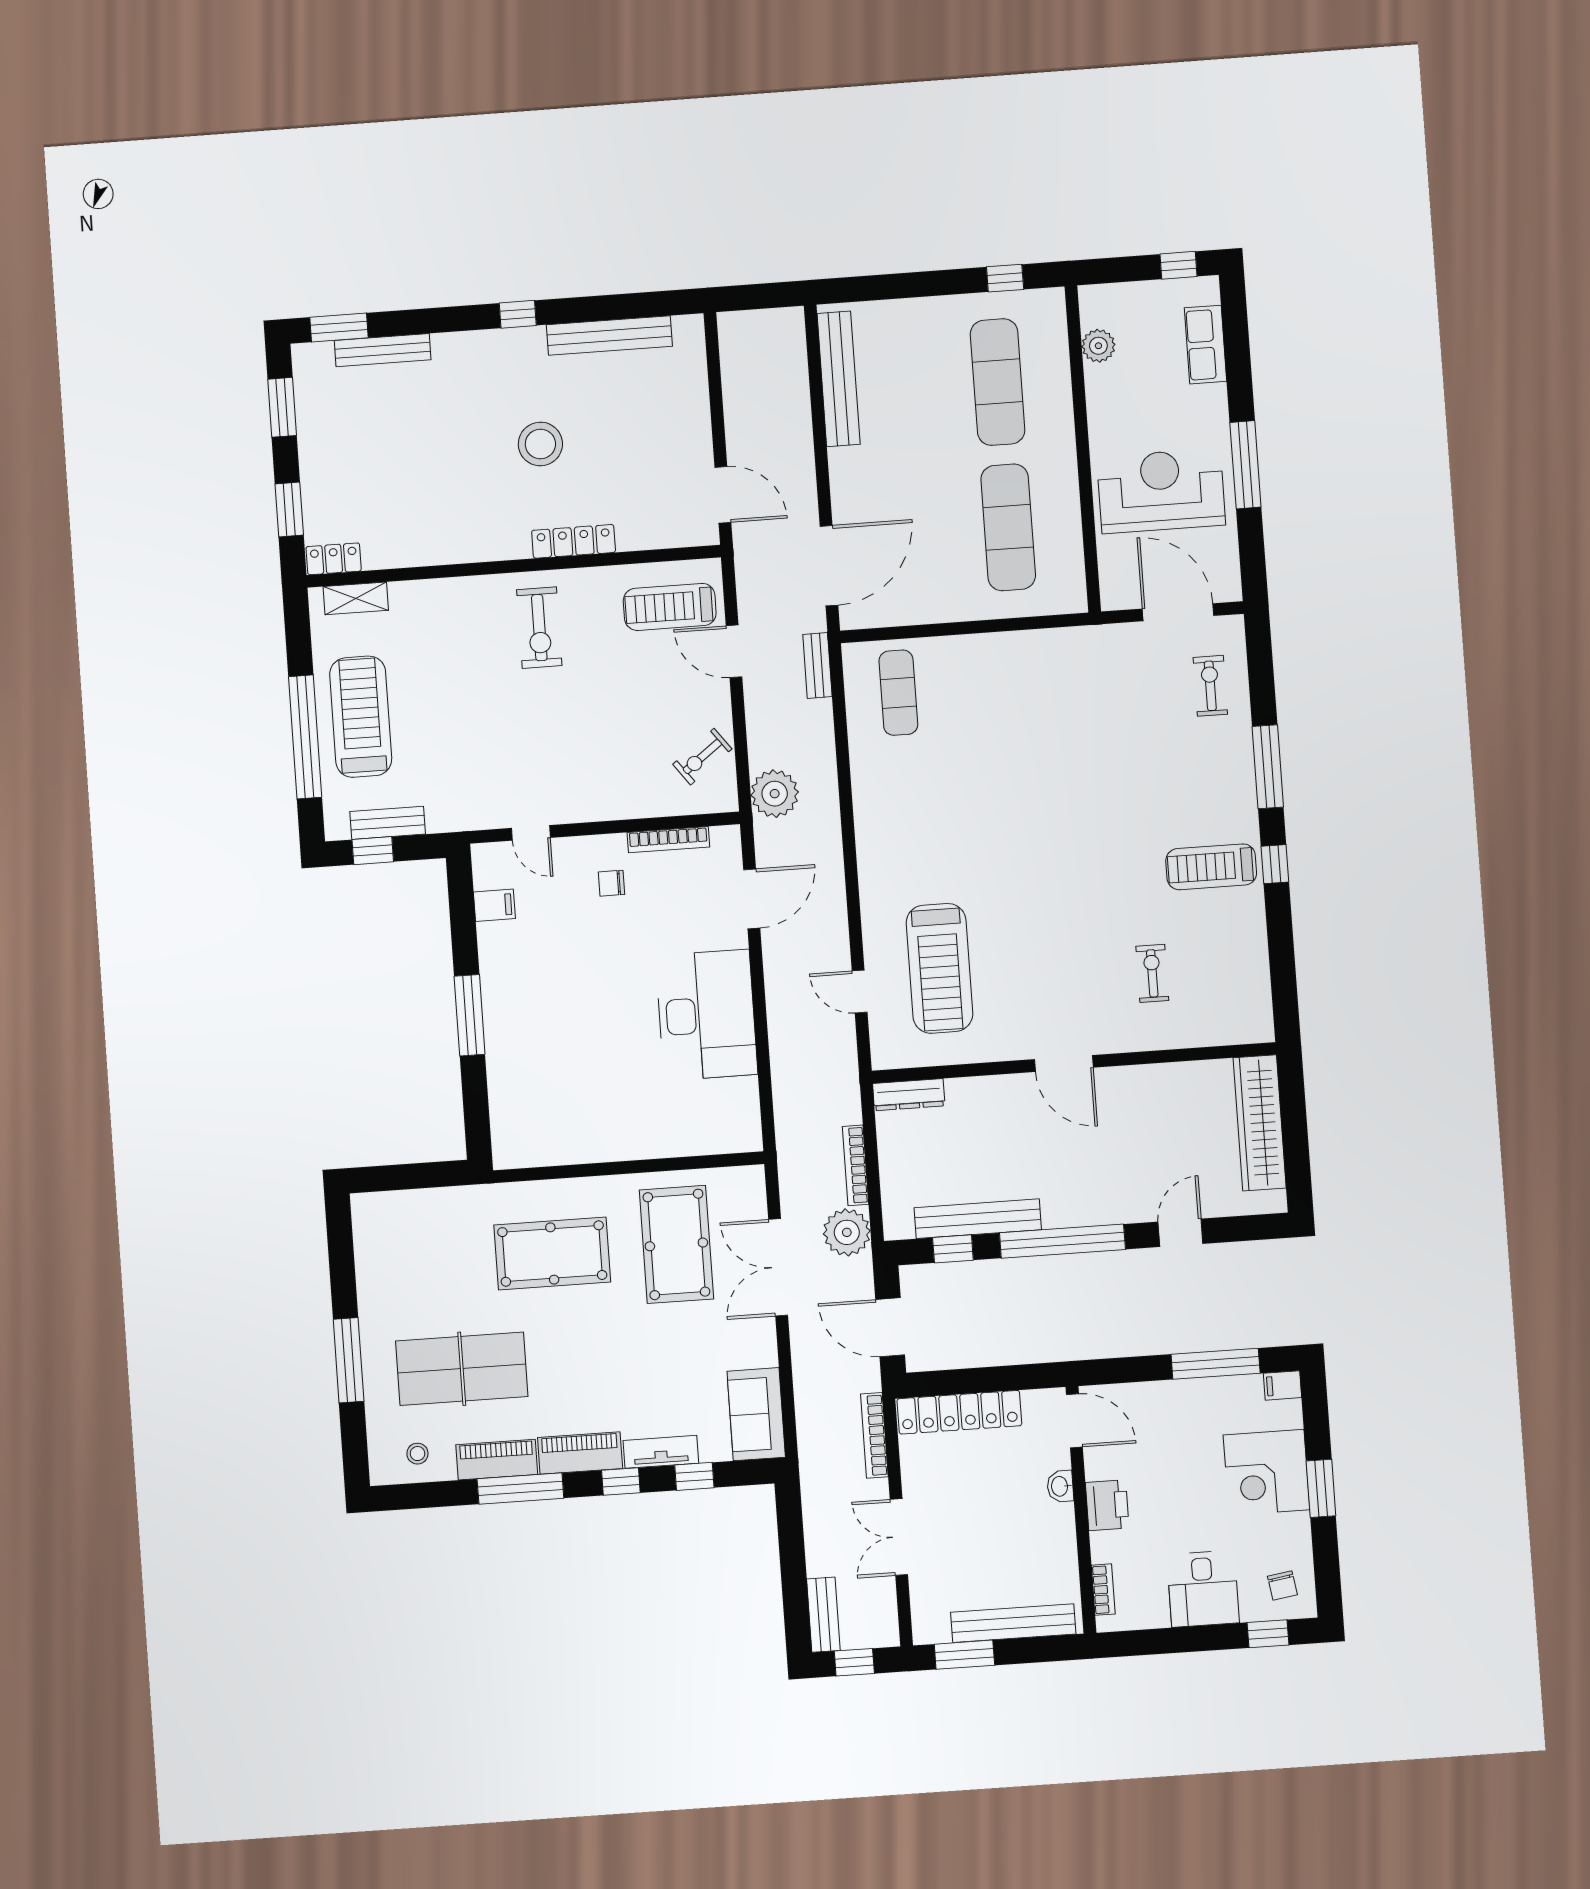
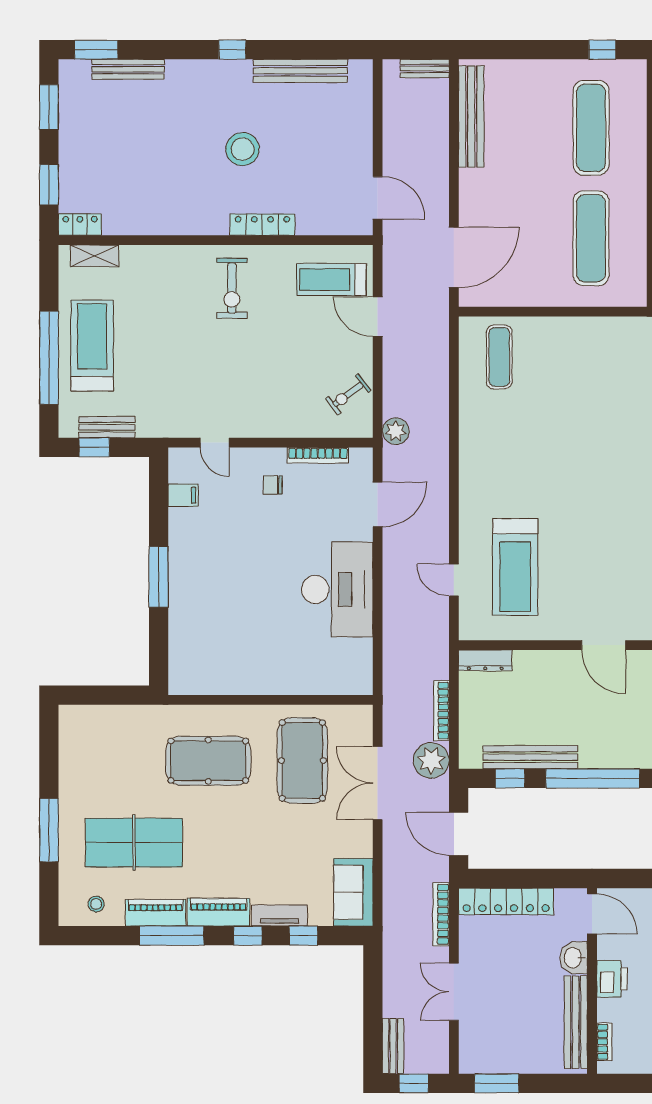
bench: (817, 665) -> (425, 68), moved, turned 90
plant: (775, 794) -> (396, 431), width x0.73, depth x0.73
washbasin: (1060, 1486) -> (574, 958), width x1.38, depth x1.45
bench: (1013, 1623) -> (576, 1022), moved, turned 90

